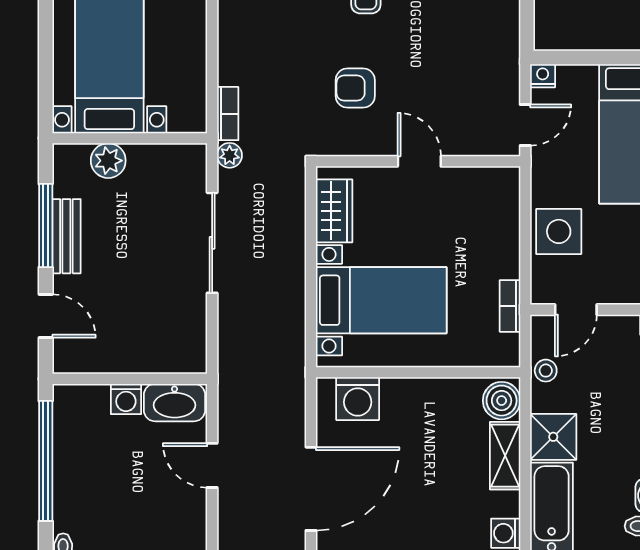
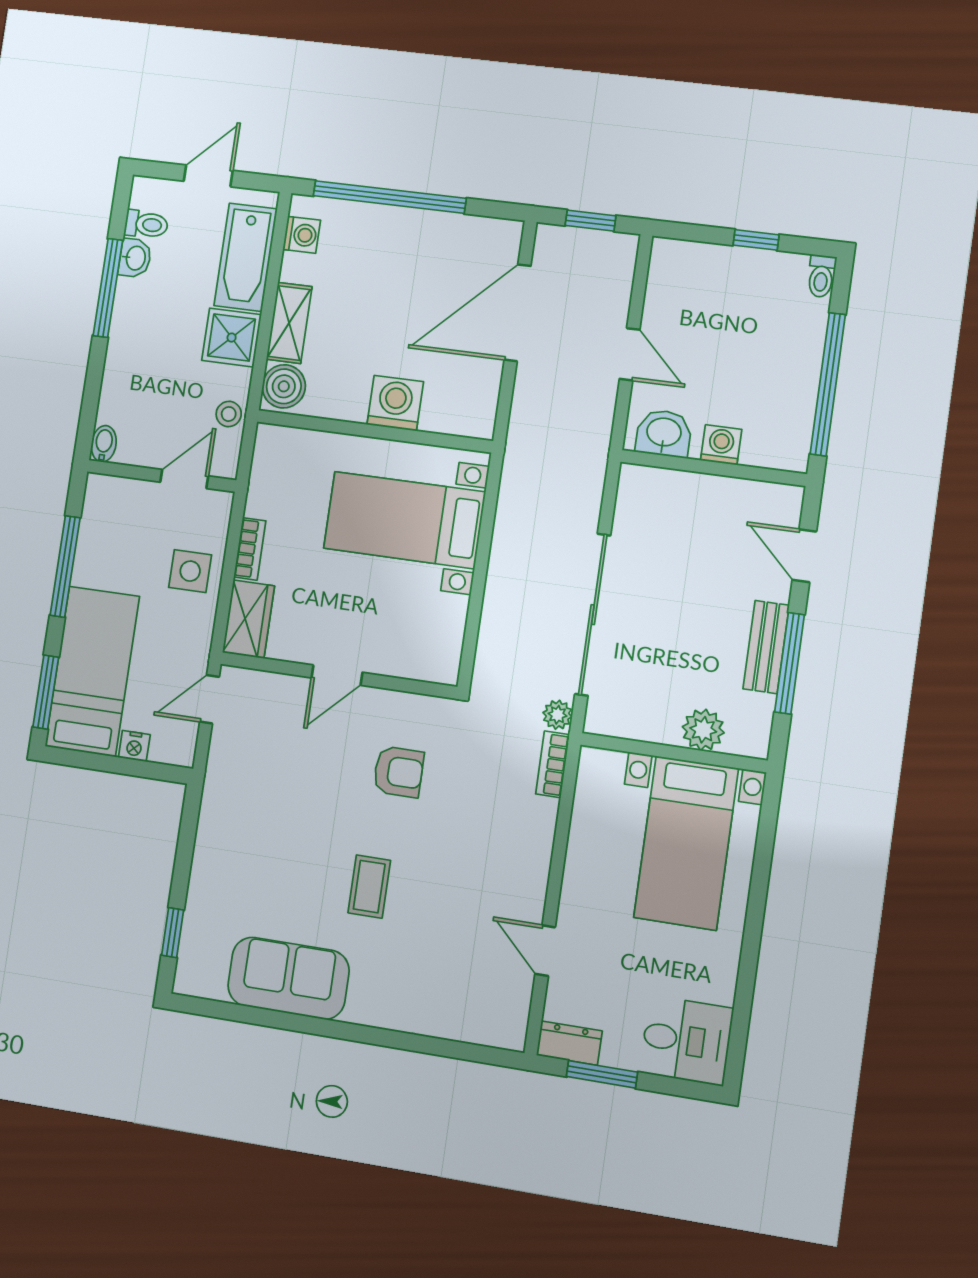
nightstand: (543, 76) -> (134, 746), moved
door: (419, 161) -> (337, 675), hinge flipped
wardrobe: (334, 211) -> (248, 619), moved, turned 180
side table: (559, 231) -> (190, 571), width x0.73, depth x0.73
sliding door: (212, 243) -> (593, 615), width x1.36
bookcase: (510, 306) -> (250, 549), moved
washing machine: (358, 399) -> (395, 403), moved
washbasin: (175, 403) -> (664, 433), width x0.72

